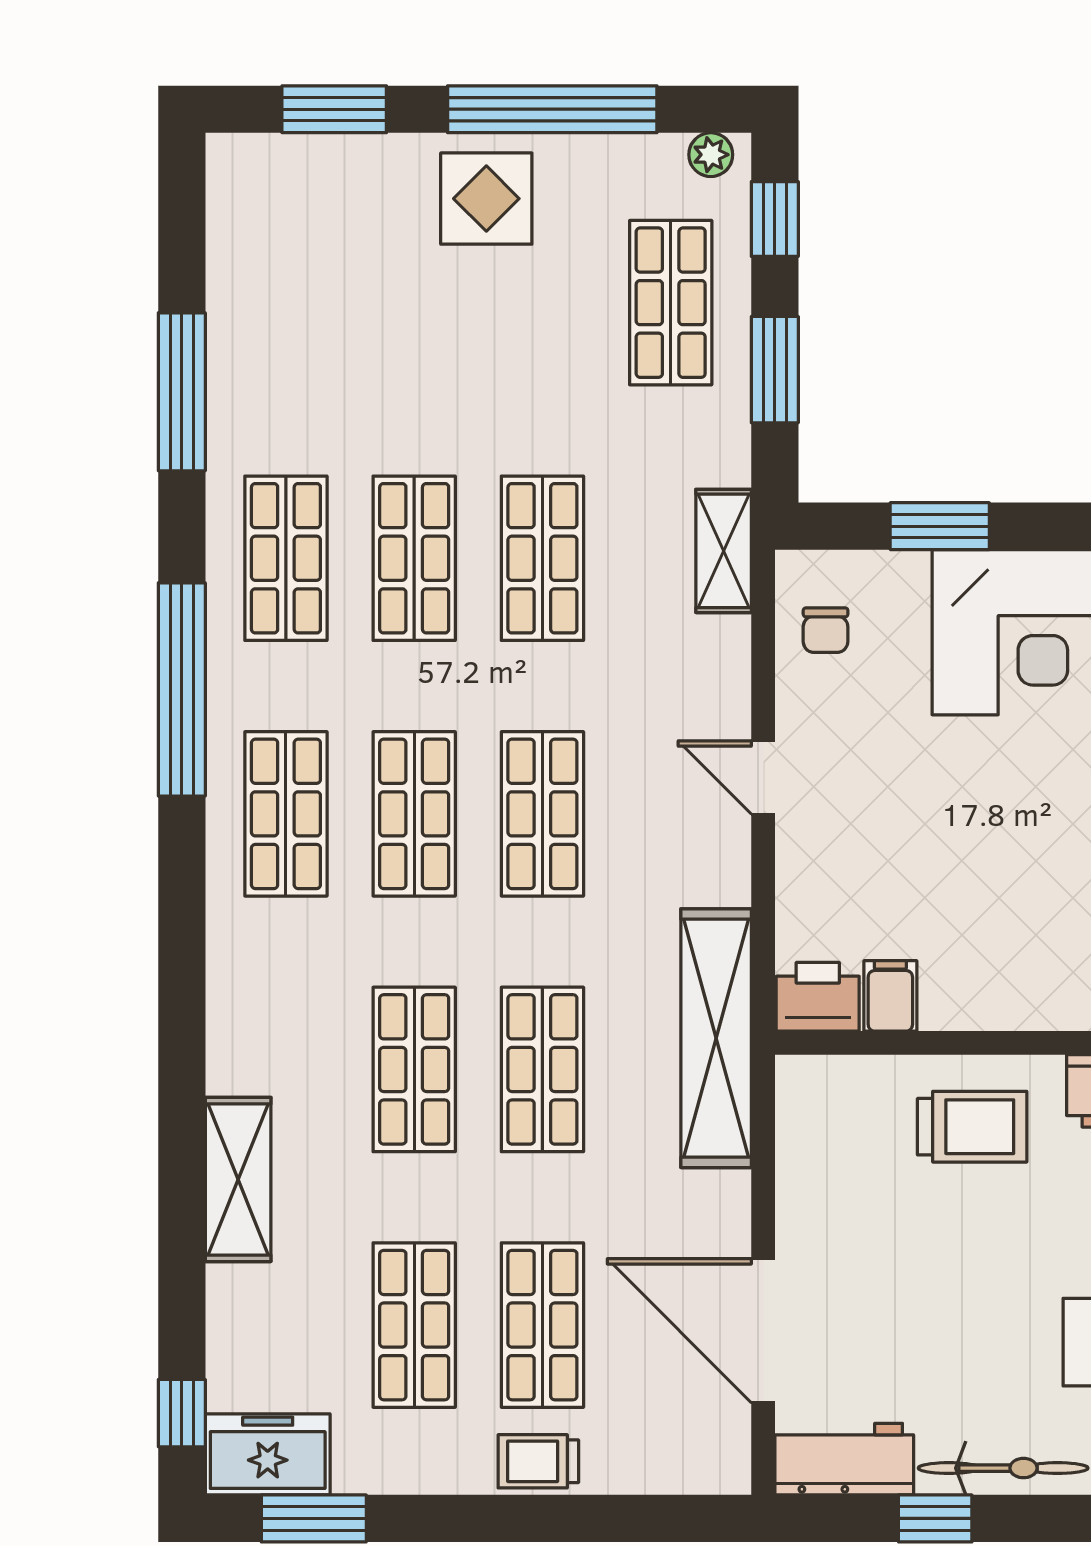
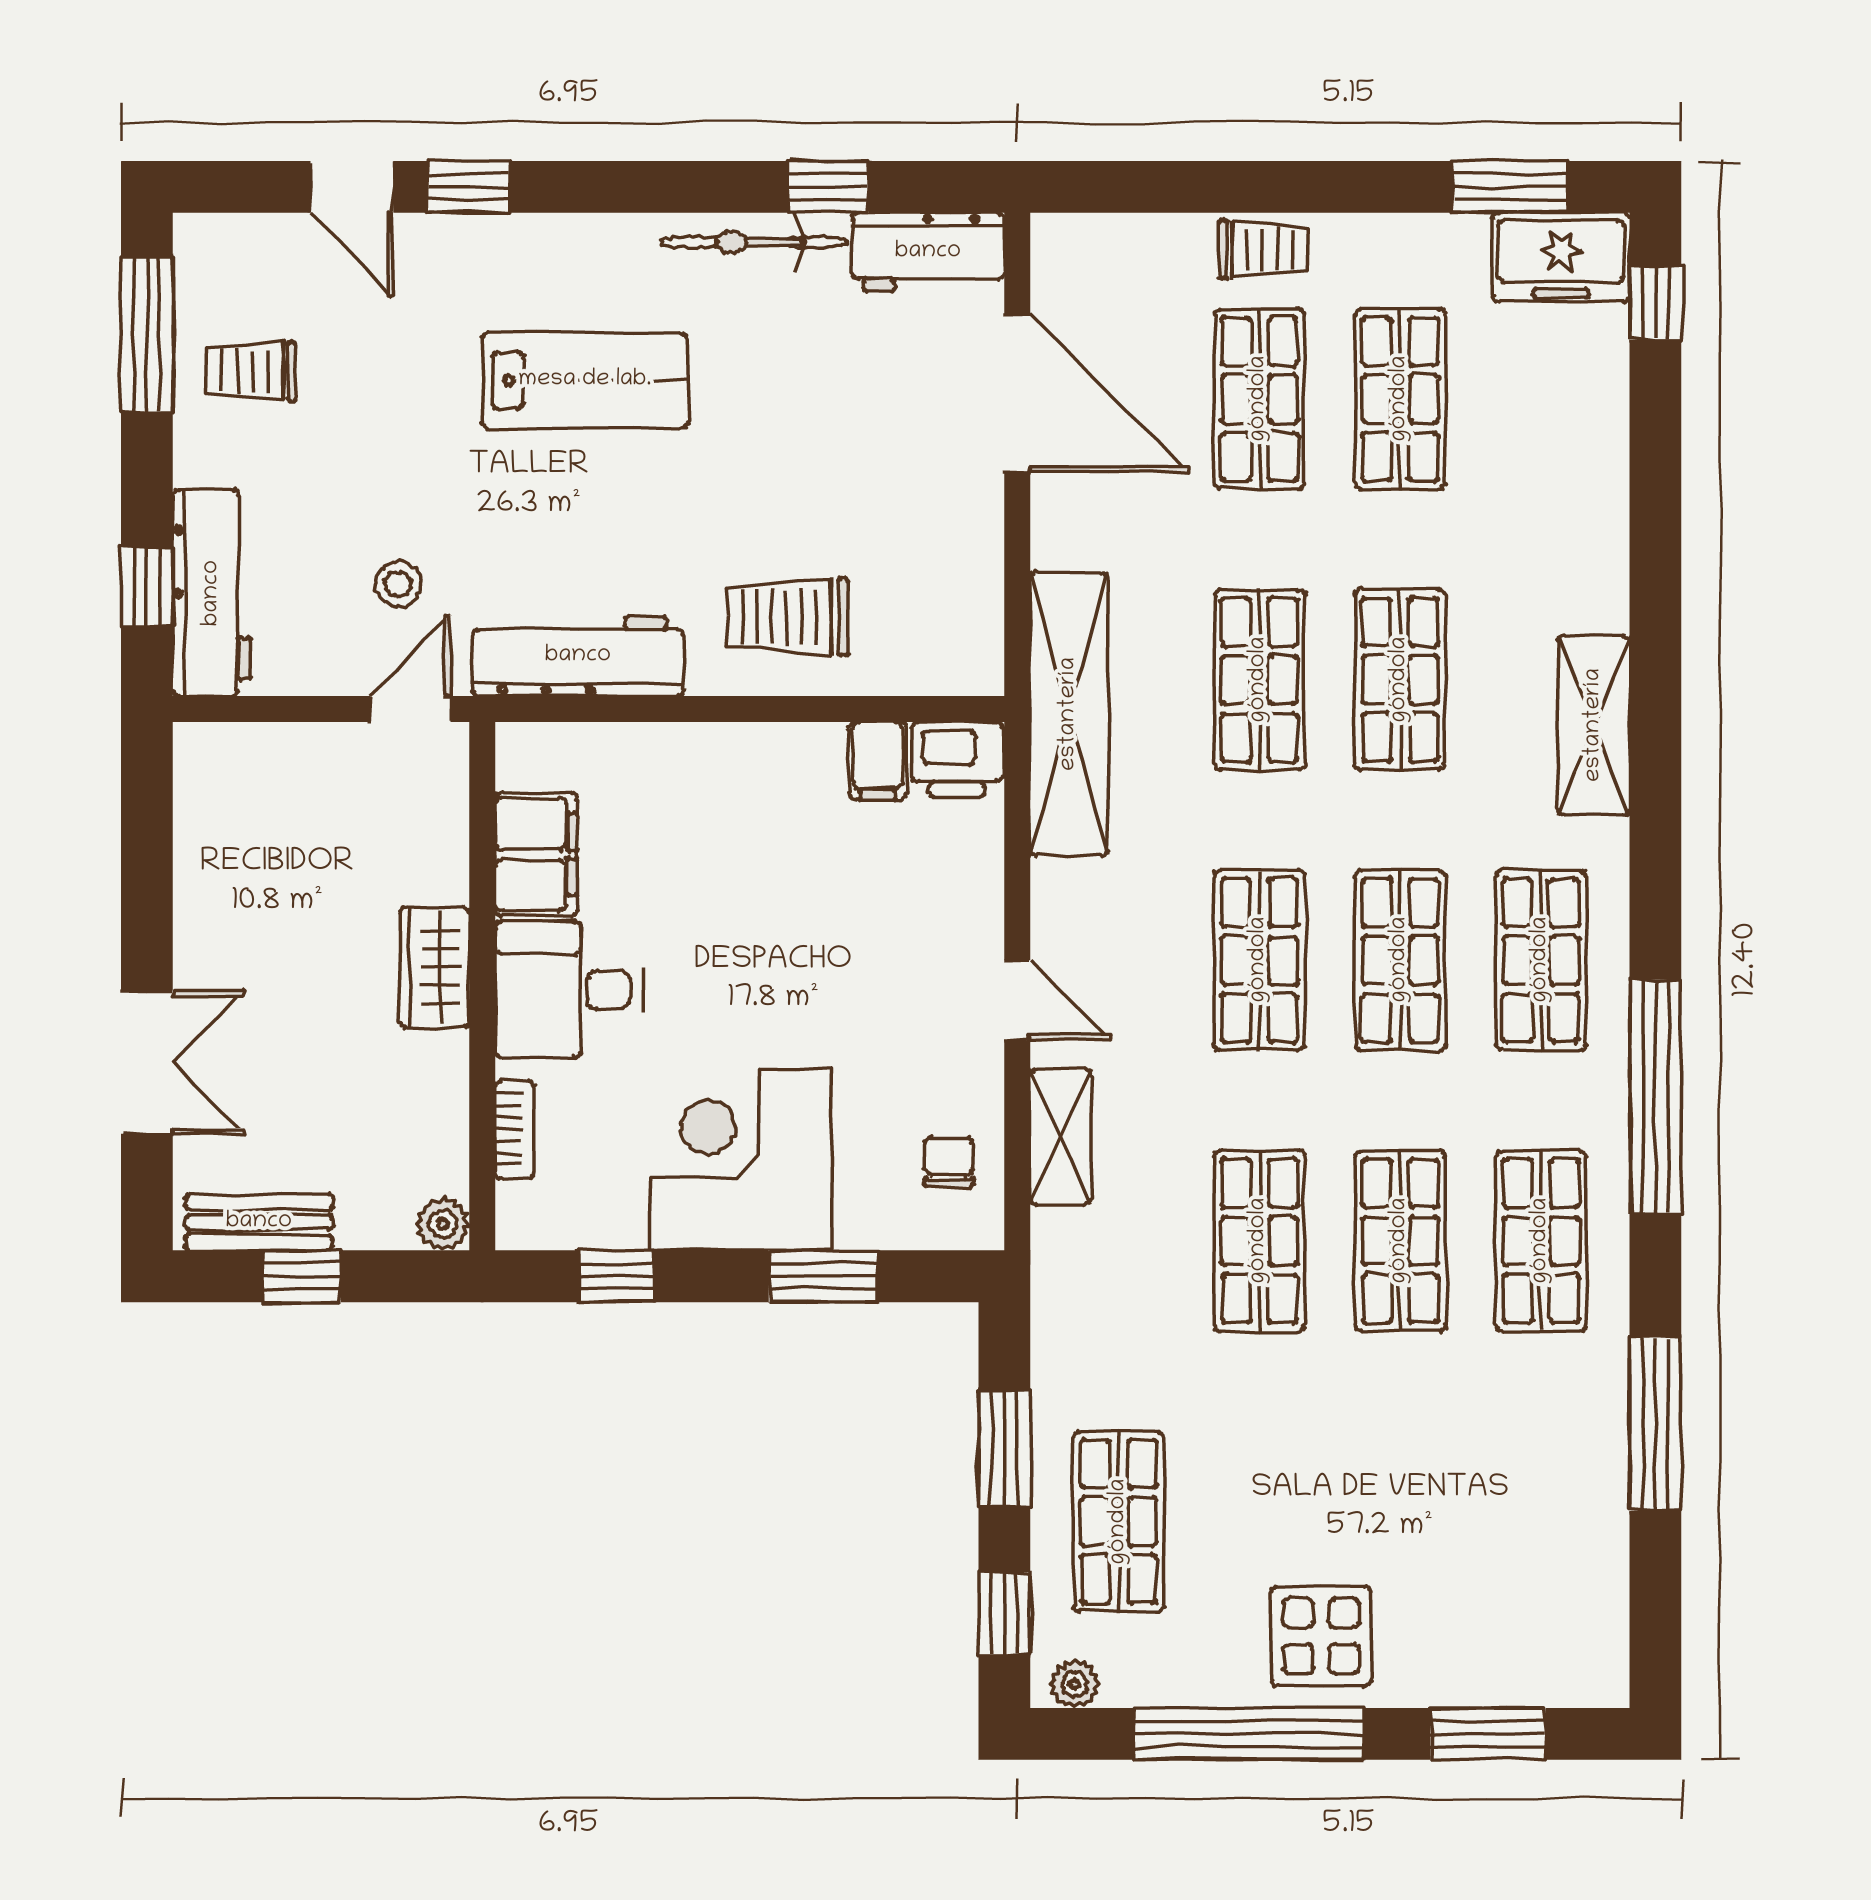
shelving: (724, 551) -> (1061, 1137), moved
shelving: (238, 1179) -> (1594, 725), moved

